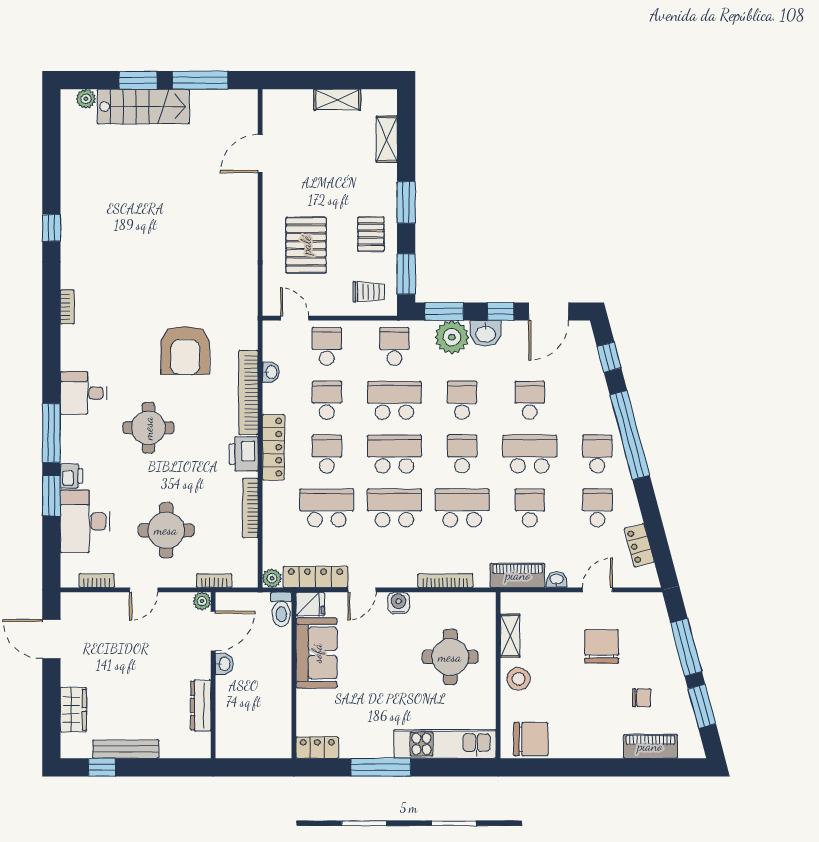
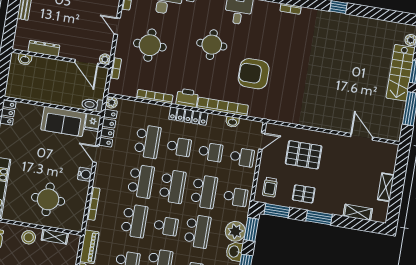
school desk: (462, 400) -> (197, 231), width x1.85
washbasin: (224, 664) -> (25, 59), moved

